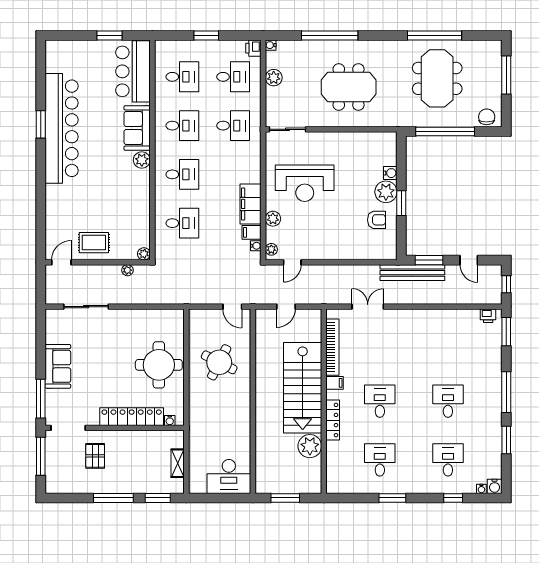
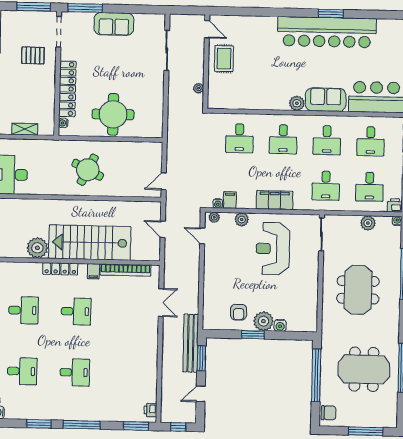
filing cabinet: (250, 204) -> (275, 200), moved
plant: (144, 254) -> (213, 103), removed
round table: (219, 362) -> (88, 170), moved

